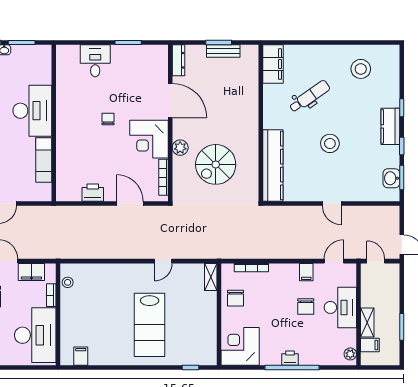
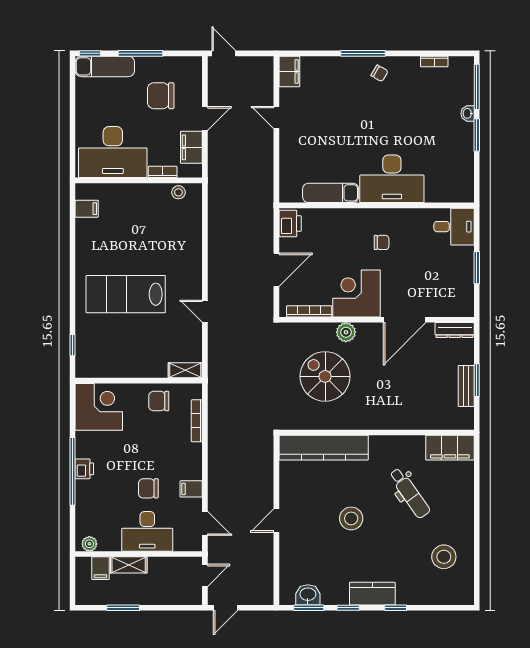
desk: (32, 111) -> (392, 179), moved
wall: (54, 123) -> (377, 205), moved
exam couch: (44, 160) -> (331, 193), moved

